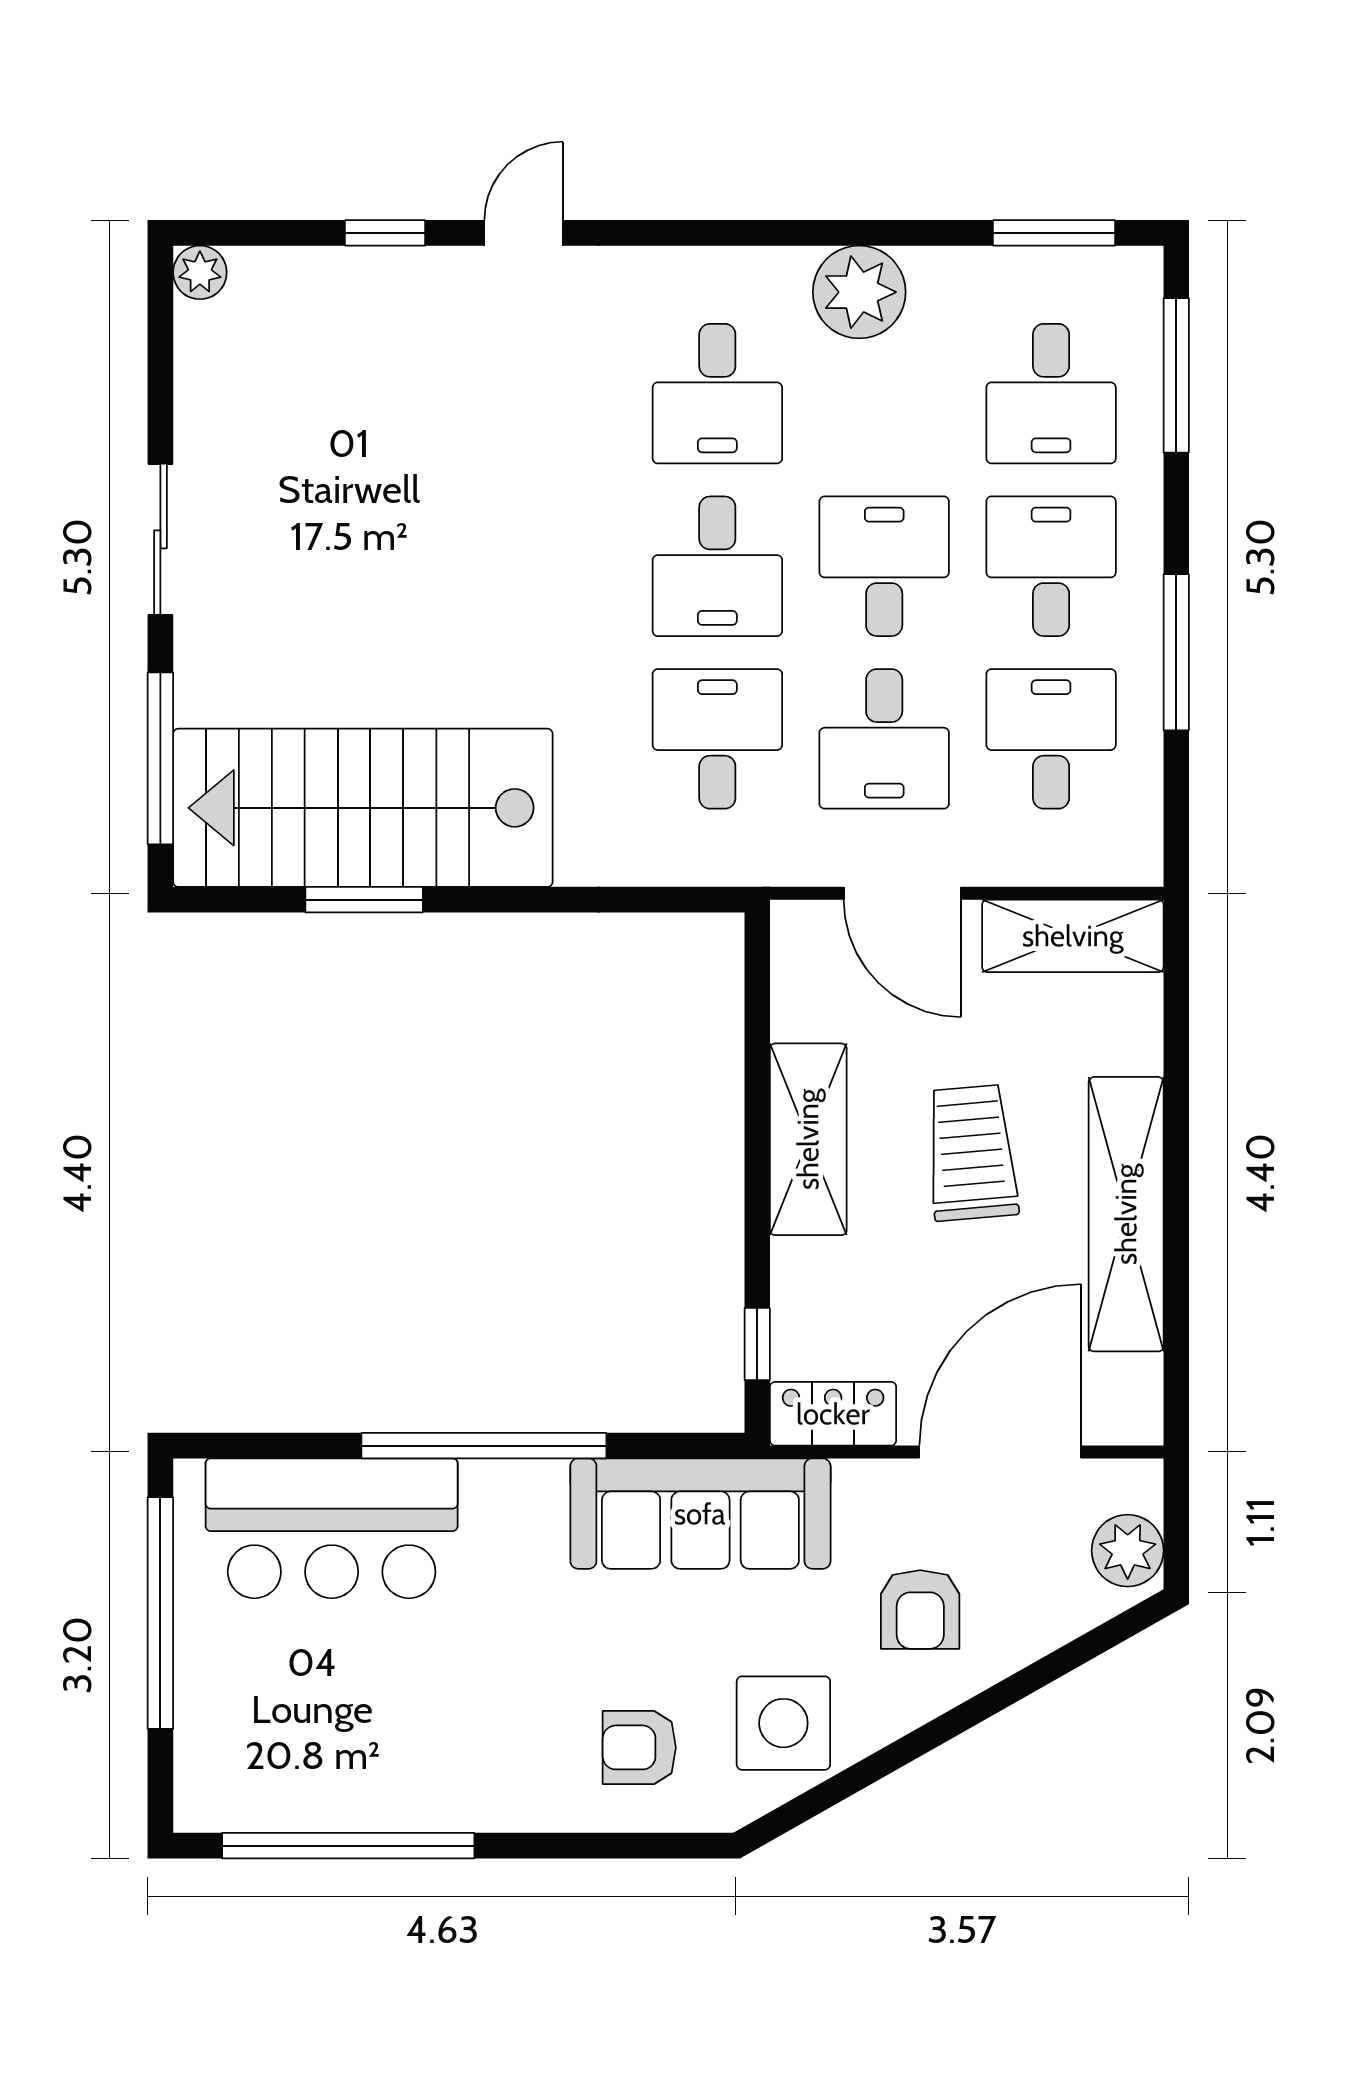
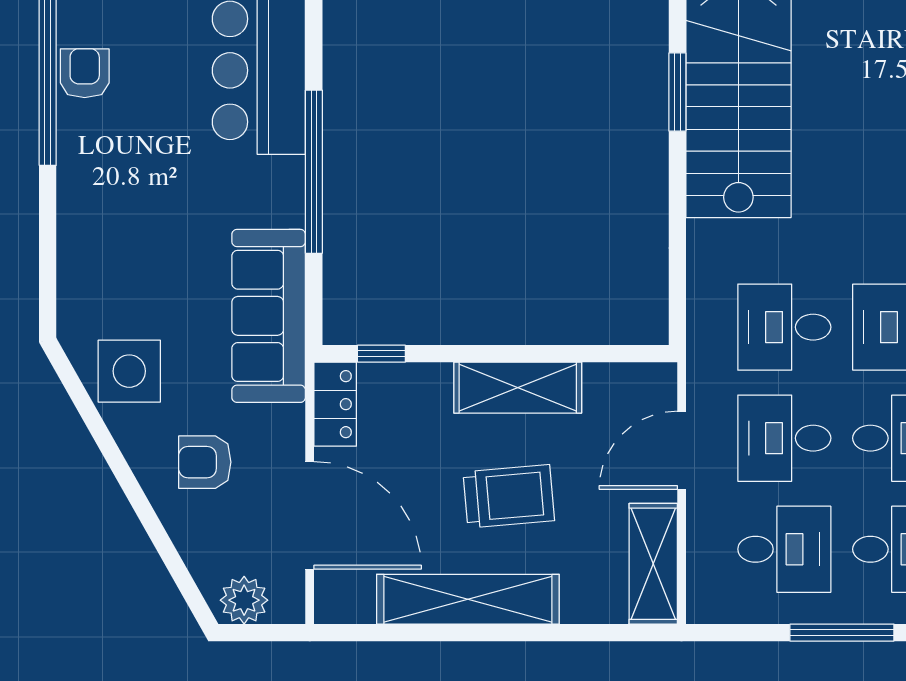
desk: (717, 739) -> (784, 327), turned 180
armchair: (639, 1747) -> (85, 73), moved

